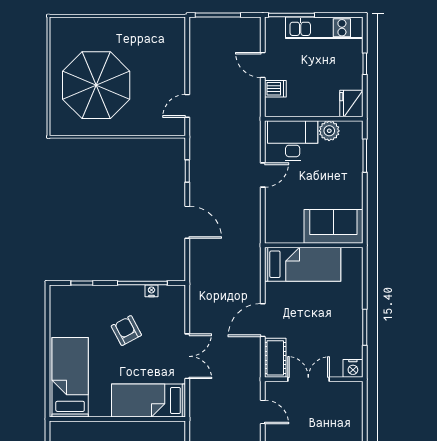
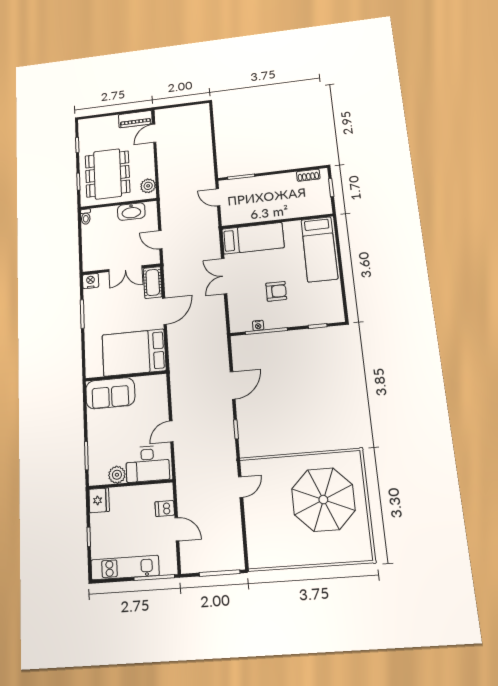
door: (187, 222) -> (233, 385), swing flipped
bed: (303, 264) -> (134, 353), width x1.50
armchair: (126, 331) -> (276, 291), turned -62

